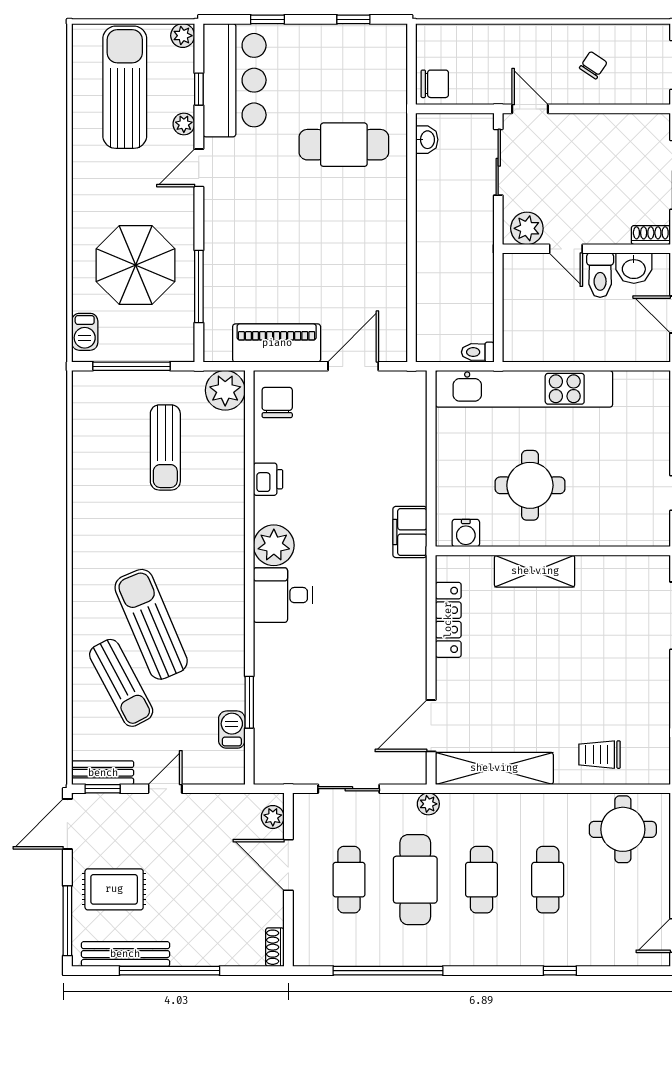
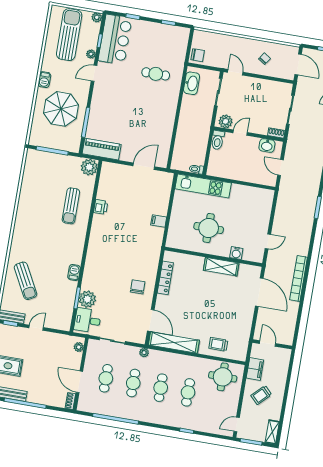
washbasin: (427, 140) -> (192, 83), width x1.91, depth x1.45
cafe table: (344, 145) -> (156, 74), width x0.73, depth x0.74
door: (566, 249) -> (240, 133), swing flipped
toilet: (600, 275) -> (218, 140), moved
barbecue: (85, 332) -> (44, 80), moved
piano: (277, 343) -> (102, 149), moved
kitchen unit: (524, 389) -> (203, 186), width x0.73
chair: (277, 402) -> (138, 287), moved
sun lounger: (165, 447) -> (71, 206), moved
filing cabinet: (410, 532) -> (159, 221), moved, width x0.50
water cooler: (466, 533) -> (236, 253), moved
plant: (274, 545) -> (87, 299), moved
shelving: (535, 571) -> (221, 267), moved
desk: (283, 595) -> (88, 320), moved
sun lounger: (151, 624) -> (42, 259), removed
door: (431, 726) -> (151, 320), swing flipped
barbecue: (232, 730) -> (74, 272), moved
door: (288, 865) -> (79, 382), moved
cafe table: (415, 880) -> (133, 383), width x0.73, depth x0.74

